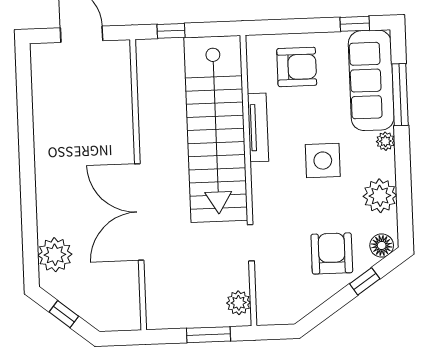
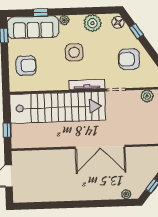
armchair: (297, 67) -> (26, 66), turned 90
window: (400, 95) -> (41, 12), width x0.46
tv unit: (258, 127) -> (87, 85), moved
armchair: (332, 253) -> (129, 59), moved
plant: (55, 255) -> (126, 194), width x0.53, depth x0.53

